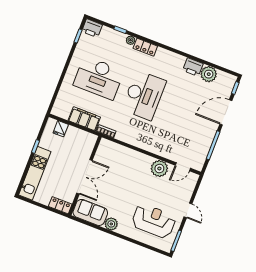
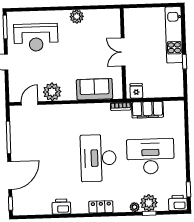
locker: (145, 47) -> (101, 207), moved
plant: (209, 74) -> (149, 203), moved
fridge: (61, 129) -> (136, 91), moved
double door: (84, 177) -> (123, 52), width x0.73
locker: (60, 205) -> (135, 14), removed
sofa: (90, 212) -> (95, 89), moved, turned 180

